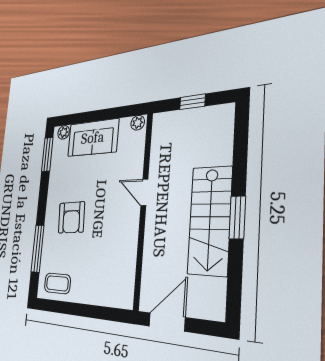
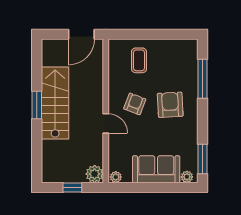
plant: (163, 124) -> (95, 174), added
armchair: (109, 219) -> (135, 104), added
coffee table: (57, 283) -> (139, 60), moved, turned 90

